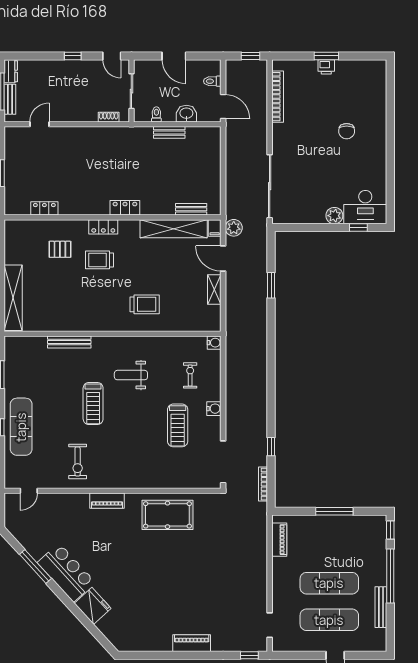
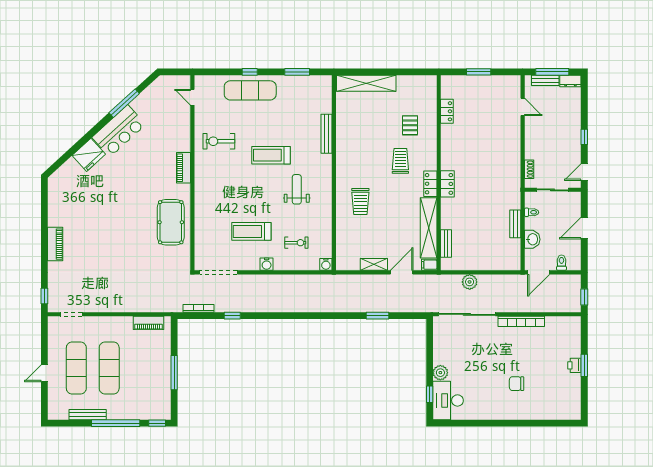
bookcase: (278, 97) -> (521, 321), moved
locker: (103, 227) -> (430, 184), moved
plant: (234, 228) -> (470, 282), moved

